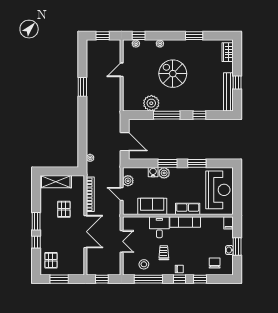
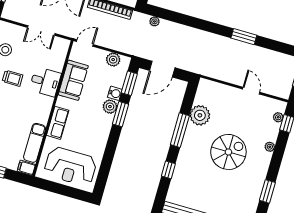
window: (197, 163) -> (129, 83), moved
door: (122, 194) -> (85, 43), moved
exam couch: (185, 222) -> (35, 143), moved

